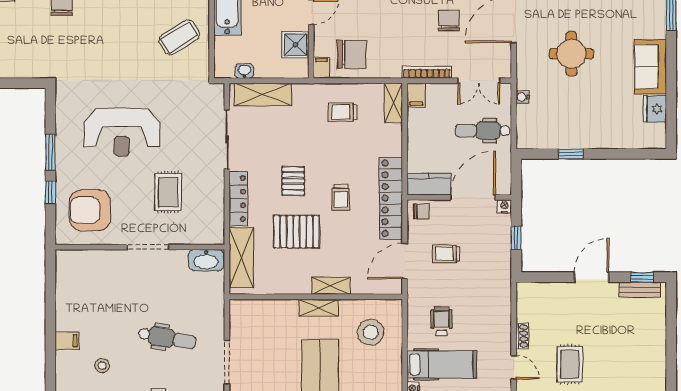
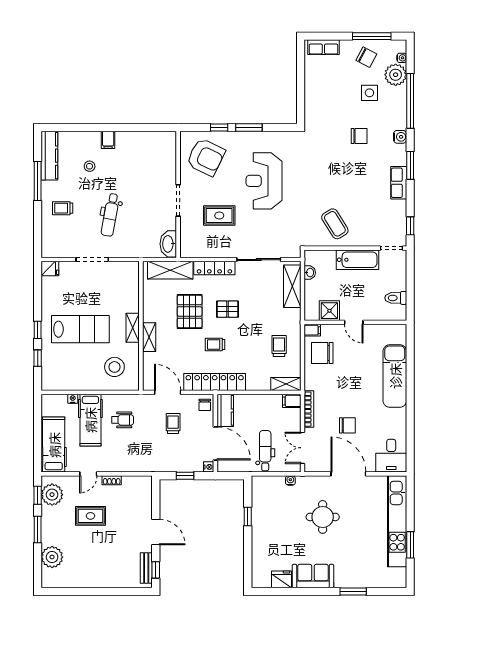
chair: (352, 54) -> (322, 353), turned 90
armchair: (90, 210) -> (206, 157), turned 116

